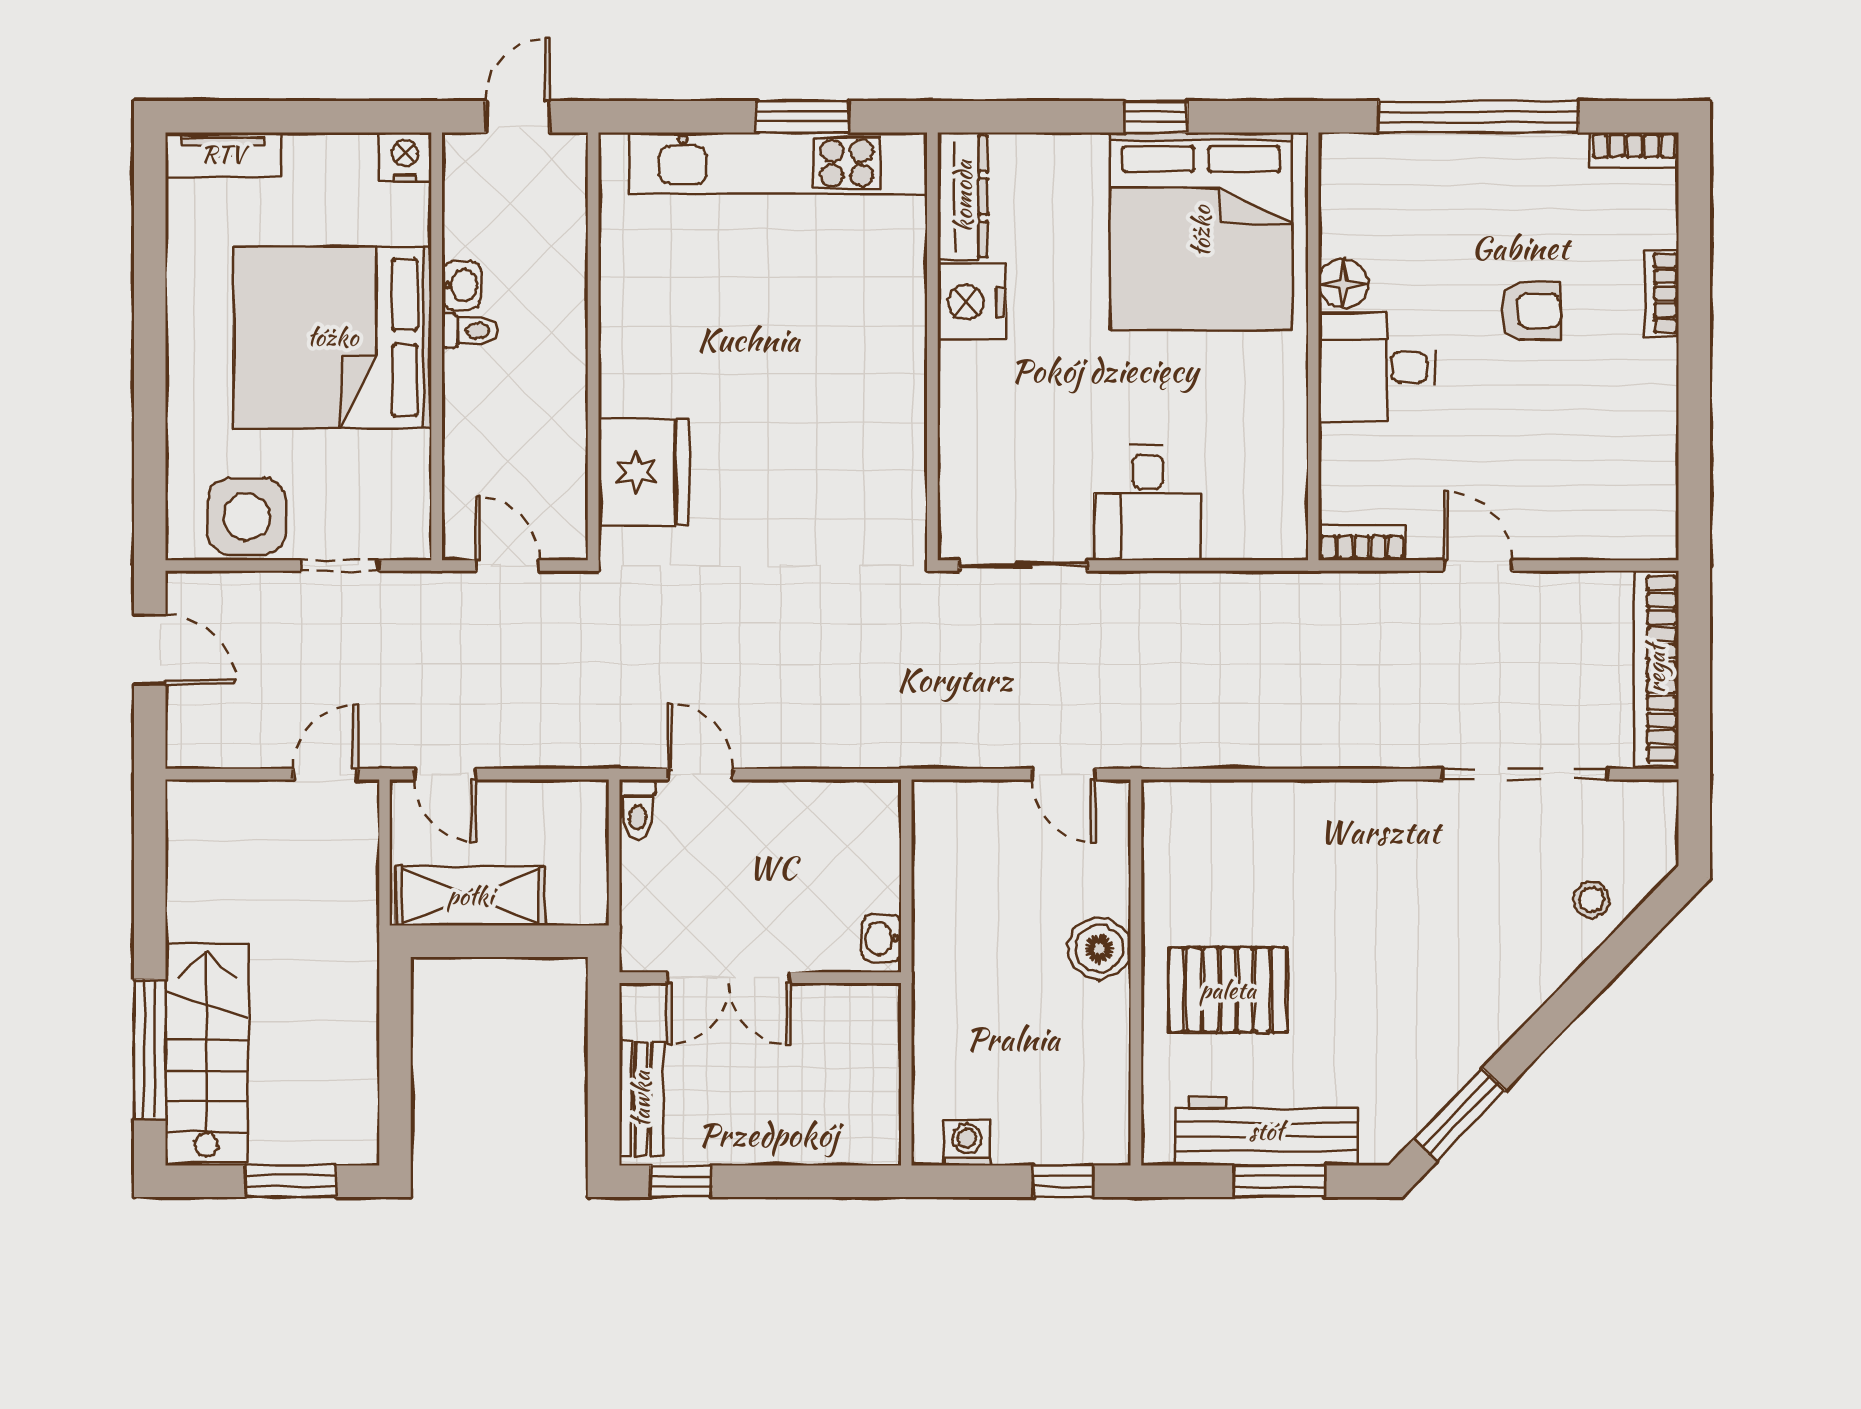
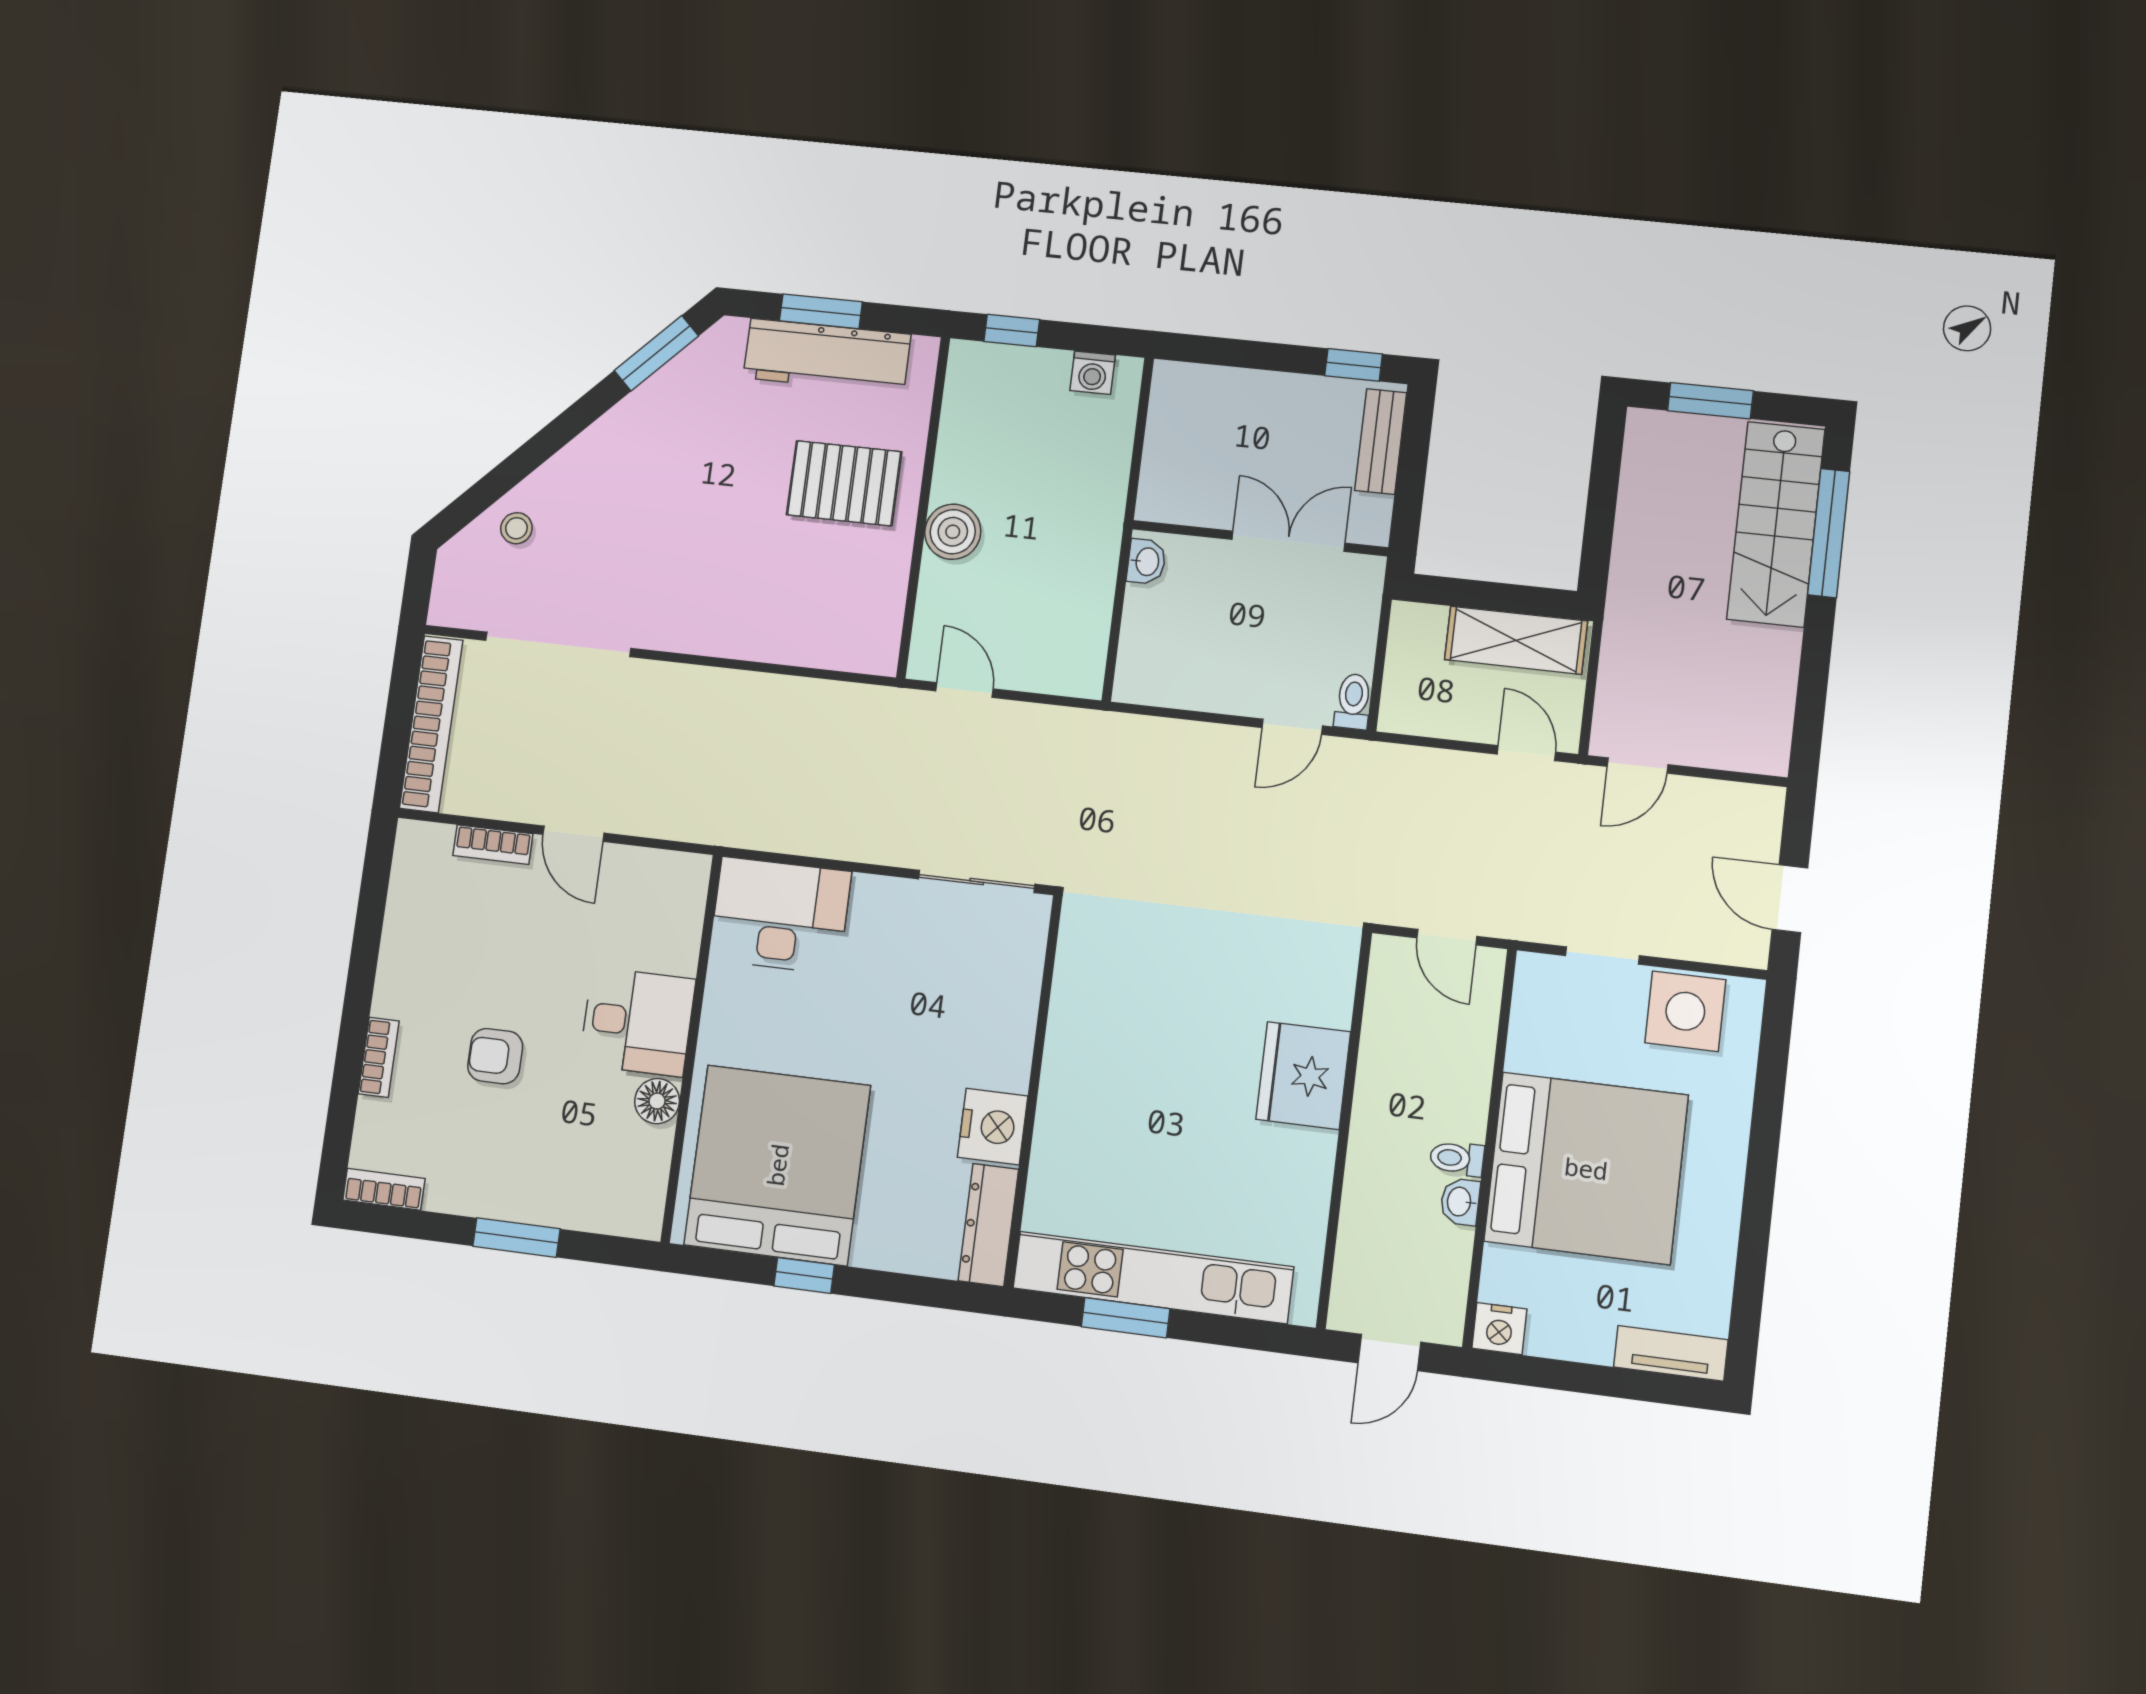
window: (1478, 117) -> (516, 1238), width x0.47
fridge: (643, 472) -> (1303, 1076), moved
desk: (1148, 503) -> (780, 915), moved, width x1.37
bookcase: (1362, 543) -> (493, 845), moved
door: (700, 774) -> (1292, 727), hinge flipped

